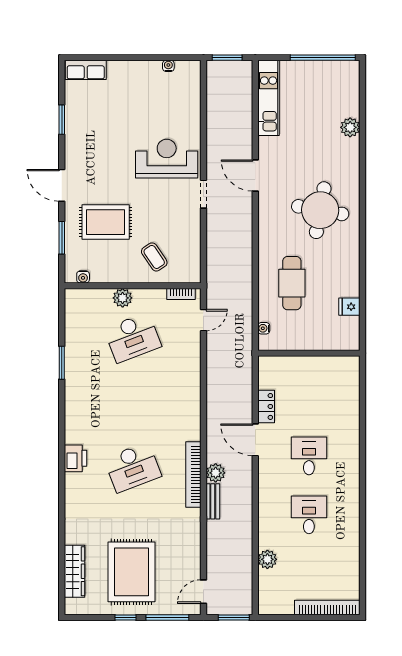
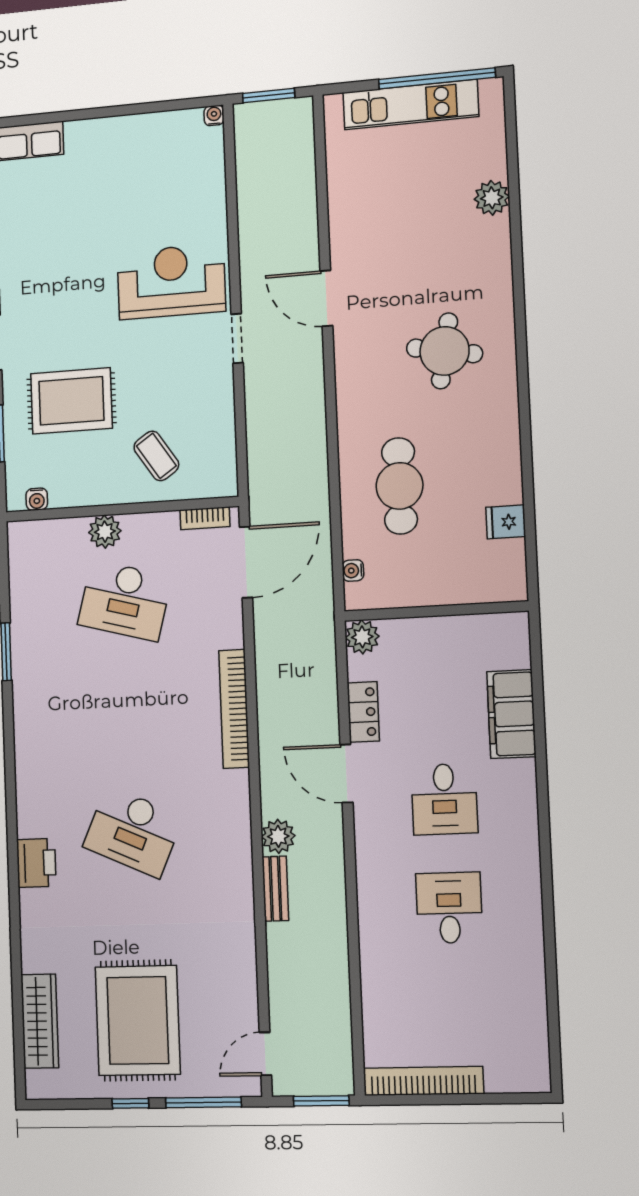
water cooler: (168, 66) -> (214, 115), moved
kitchen unit: (269, 98) -> (411, 104), moved, turned 90
round table: (320, 210) -> (445, 351), width x0.73, depth x0.73
door: (203, 320) -> (246, 562), width x1.87
desk: (133, 338) -> (125, 601), turned 36
filing cabinet: (348, 411) -> (511, 714), added
desk: (309, 456) -> (444, 799), turned 180
printer: (76, 458) -> (36, 863), moved
desk: (133, 467) -> (133, 832), turned 45
bookcase: (193, 474) -> (234, 709), moved
plant: (267, 559) -> (362, 637), moved
bookcase: (327, 608) -> (423, 1081), moved

